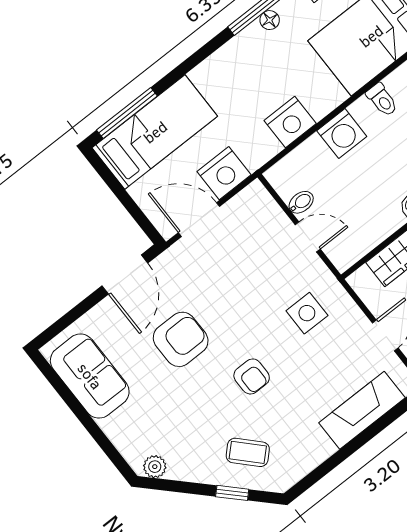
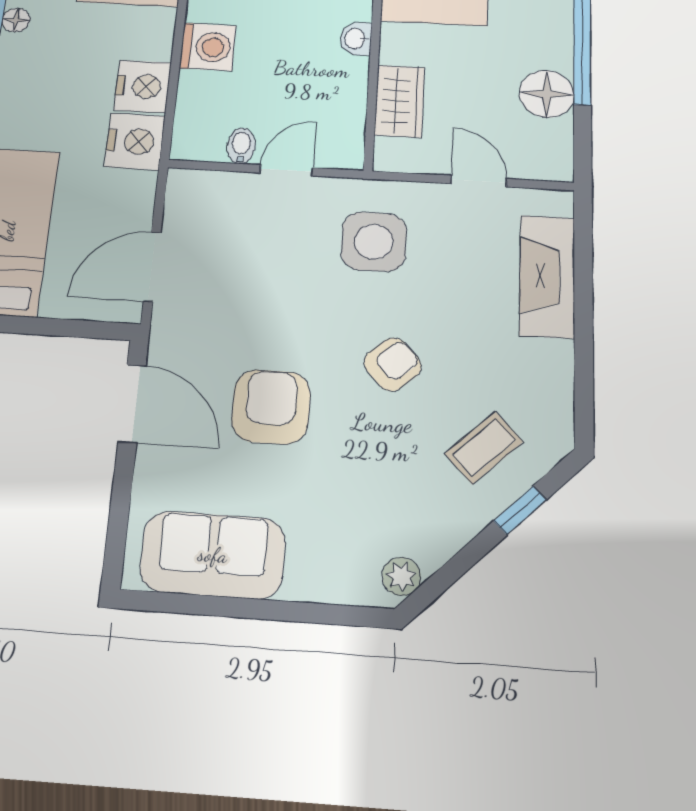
nightstand: (224, 173) -> (135, 141), moved
side table: (307, 313) -> (374, 242), width x1.37, depth x1.37
armchair: (252, 376) -> (393, 364), turned -42

